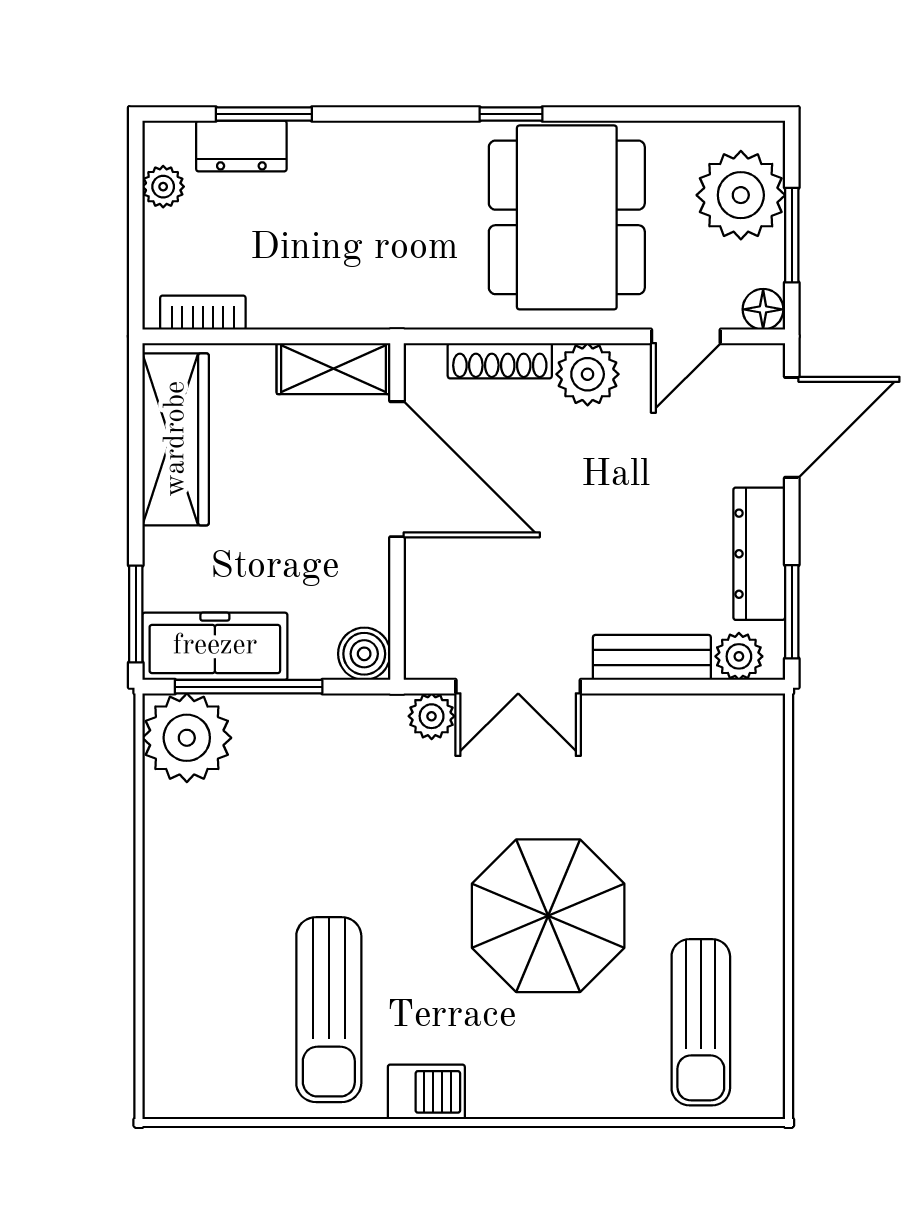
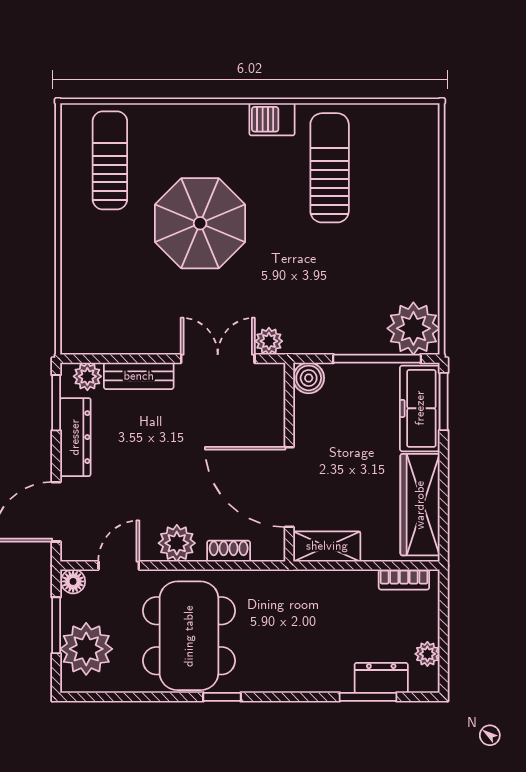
shoe rack: (500, 361) -> (229, 551), width x0.70
freezer: (215, 646) -> (420, 408), moved, turned 90

